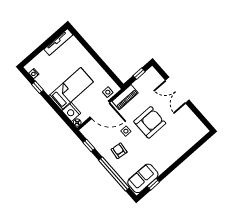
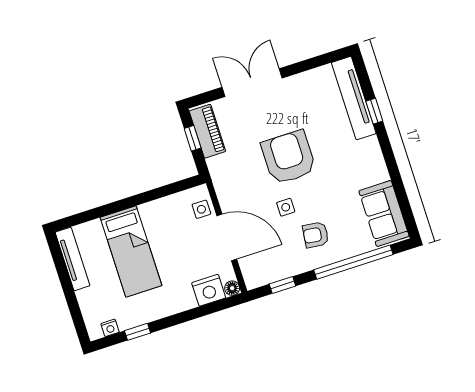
bed: (71, 89) -> (131, 251), moved, turned 180
double door: (177, 90) -> (252, 83), swing flipped
piano: (125, 97) -> (207, 131), moved
door: (100, 110) -> (227, 237), hinge flipped
tv unit: (191, 141) -> (354, 98), added
window: (153, 184) -> (374, 111), moved

